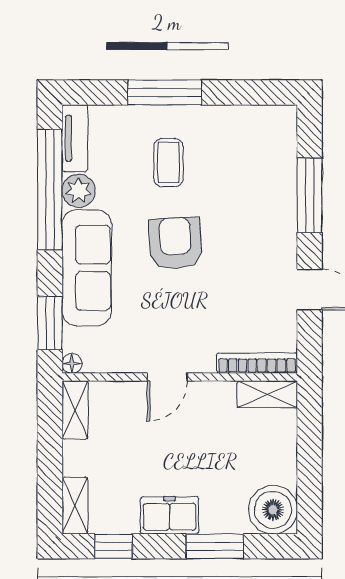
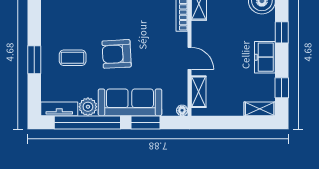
window: (165, 92) -> (34, 60), width x0.69
window: (50, 323) -> (145, 122), moved
shelving: (75, 410) -> (199, 92), moved, turned 90
window: (215, 546) -> (282, 32), width x0.67

